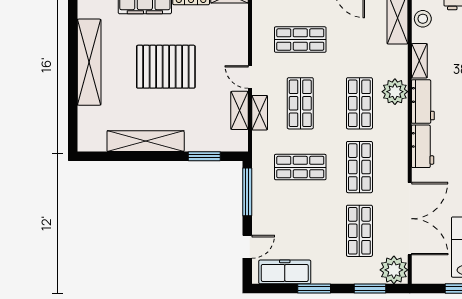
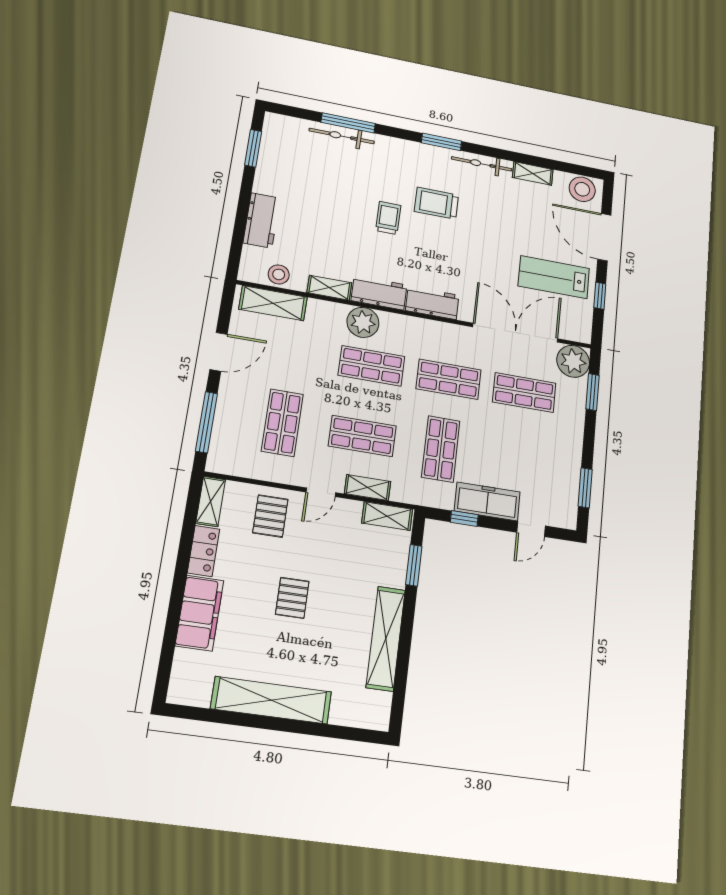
pallet: (225, 41) -> (270, 516), added
pallet: (166, 67) -> (292, 598), width x0.49, depth x0.50
shelving: (239, 110) -> (387, 516), moved
window: (247, 192) -> (464, 518), width x0.46
door: (247, 247) -> (531, 529), swing flipped
freezer: (285, 272) -> (487, 501), moved, turned 90
window: (314, 289) -> (585, 488), moved

